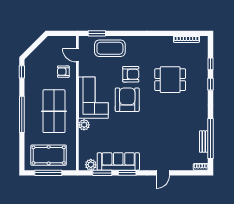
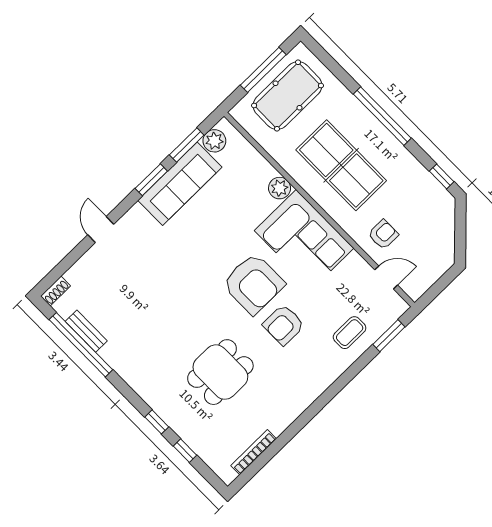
coffee table: (110, 48) -> (350, 333), width x0.54, depth x0.58

